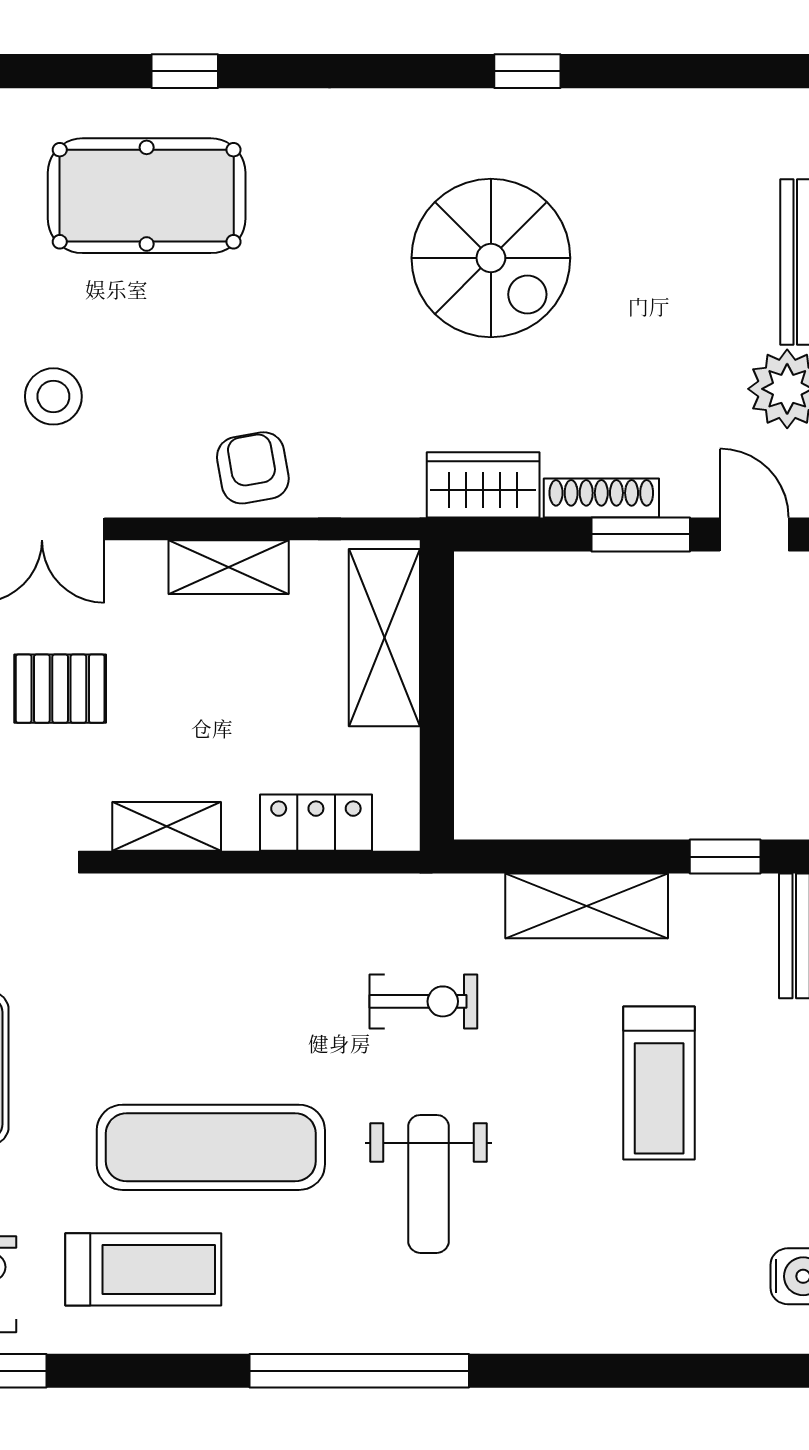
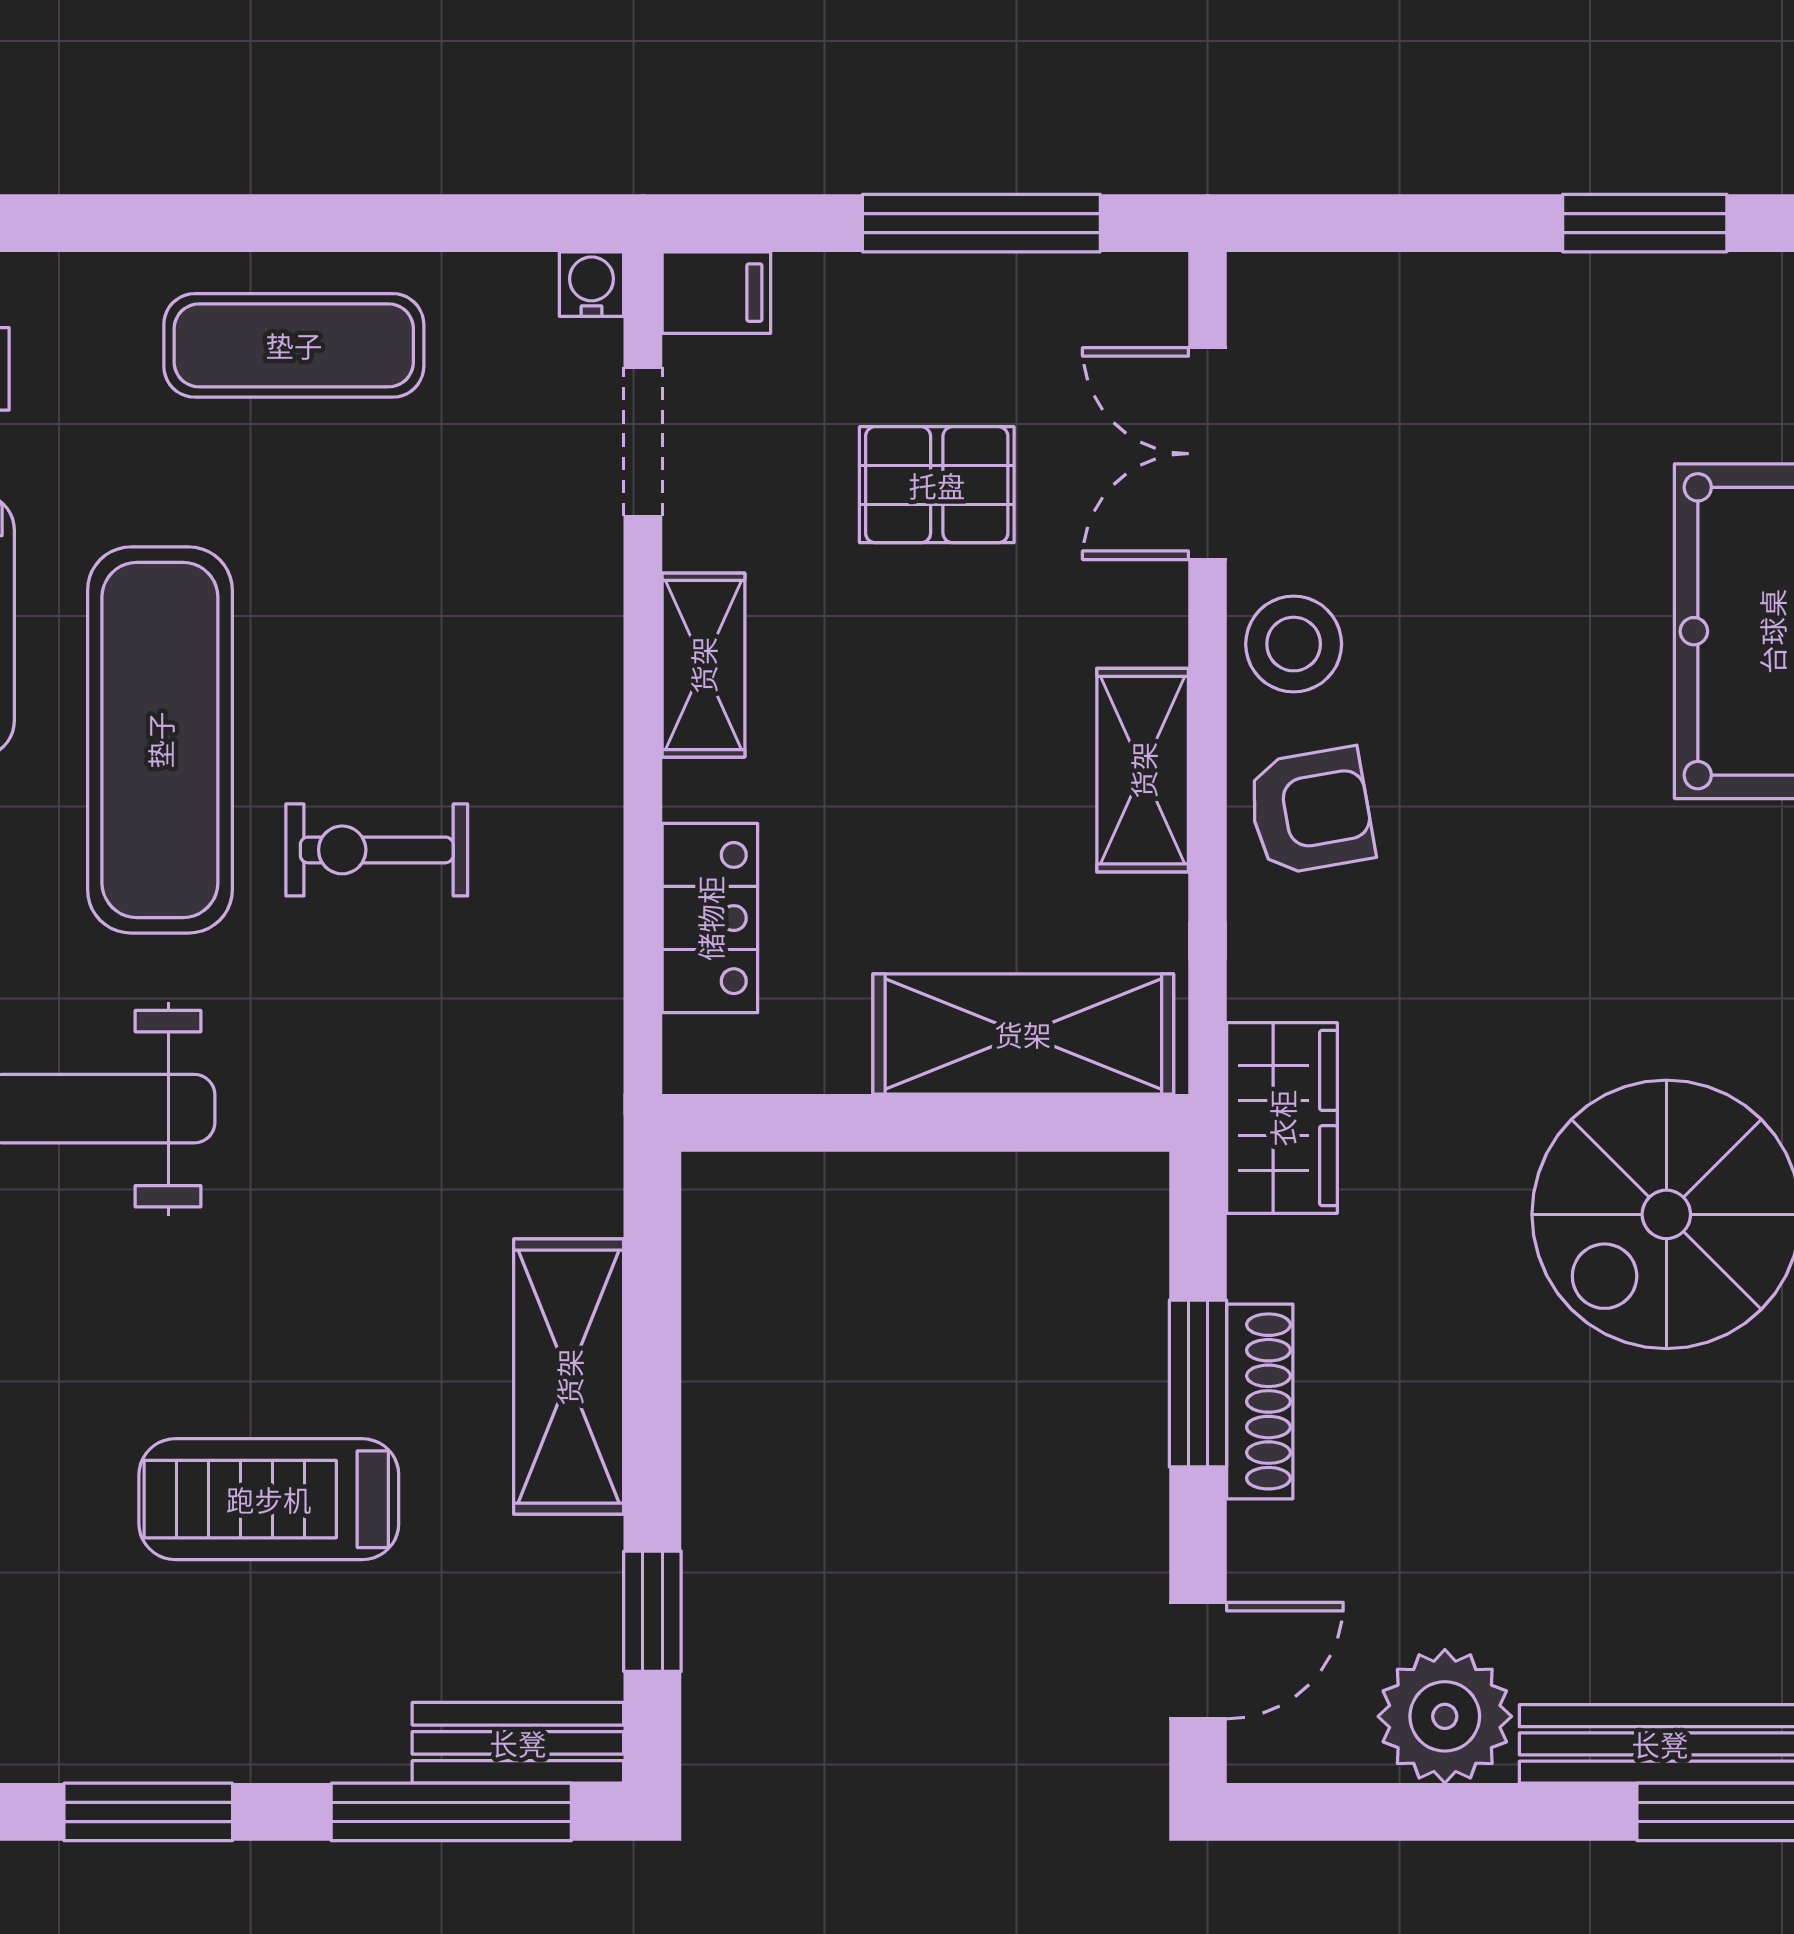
stool: (53, 396) -> (1294, 644), moved
wardrobe: (483, 485) -> (1282, 1118), moved
window: (641, 534) -> (1198, 1383), moved
pallet: (60, 689) -> (937, 485), turned 90
exercise bike: (423, 1001) -> (377, 850), moved, turned 90

